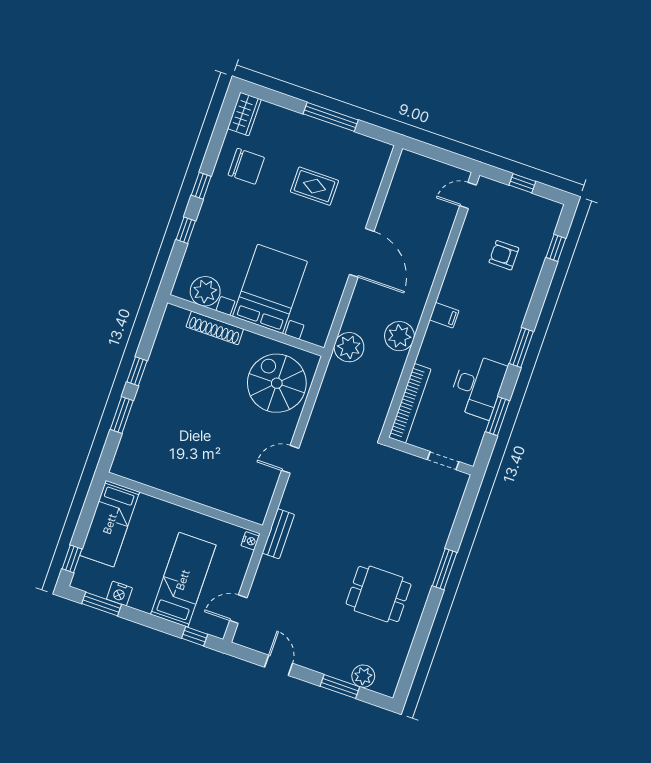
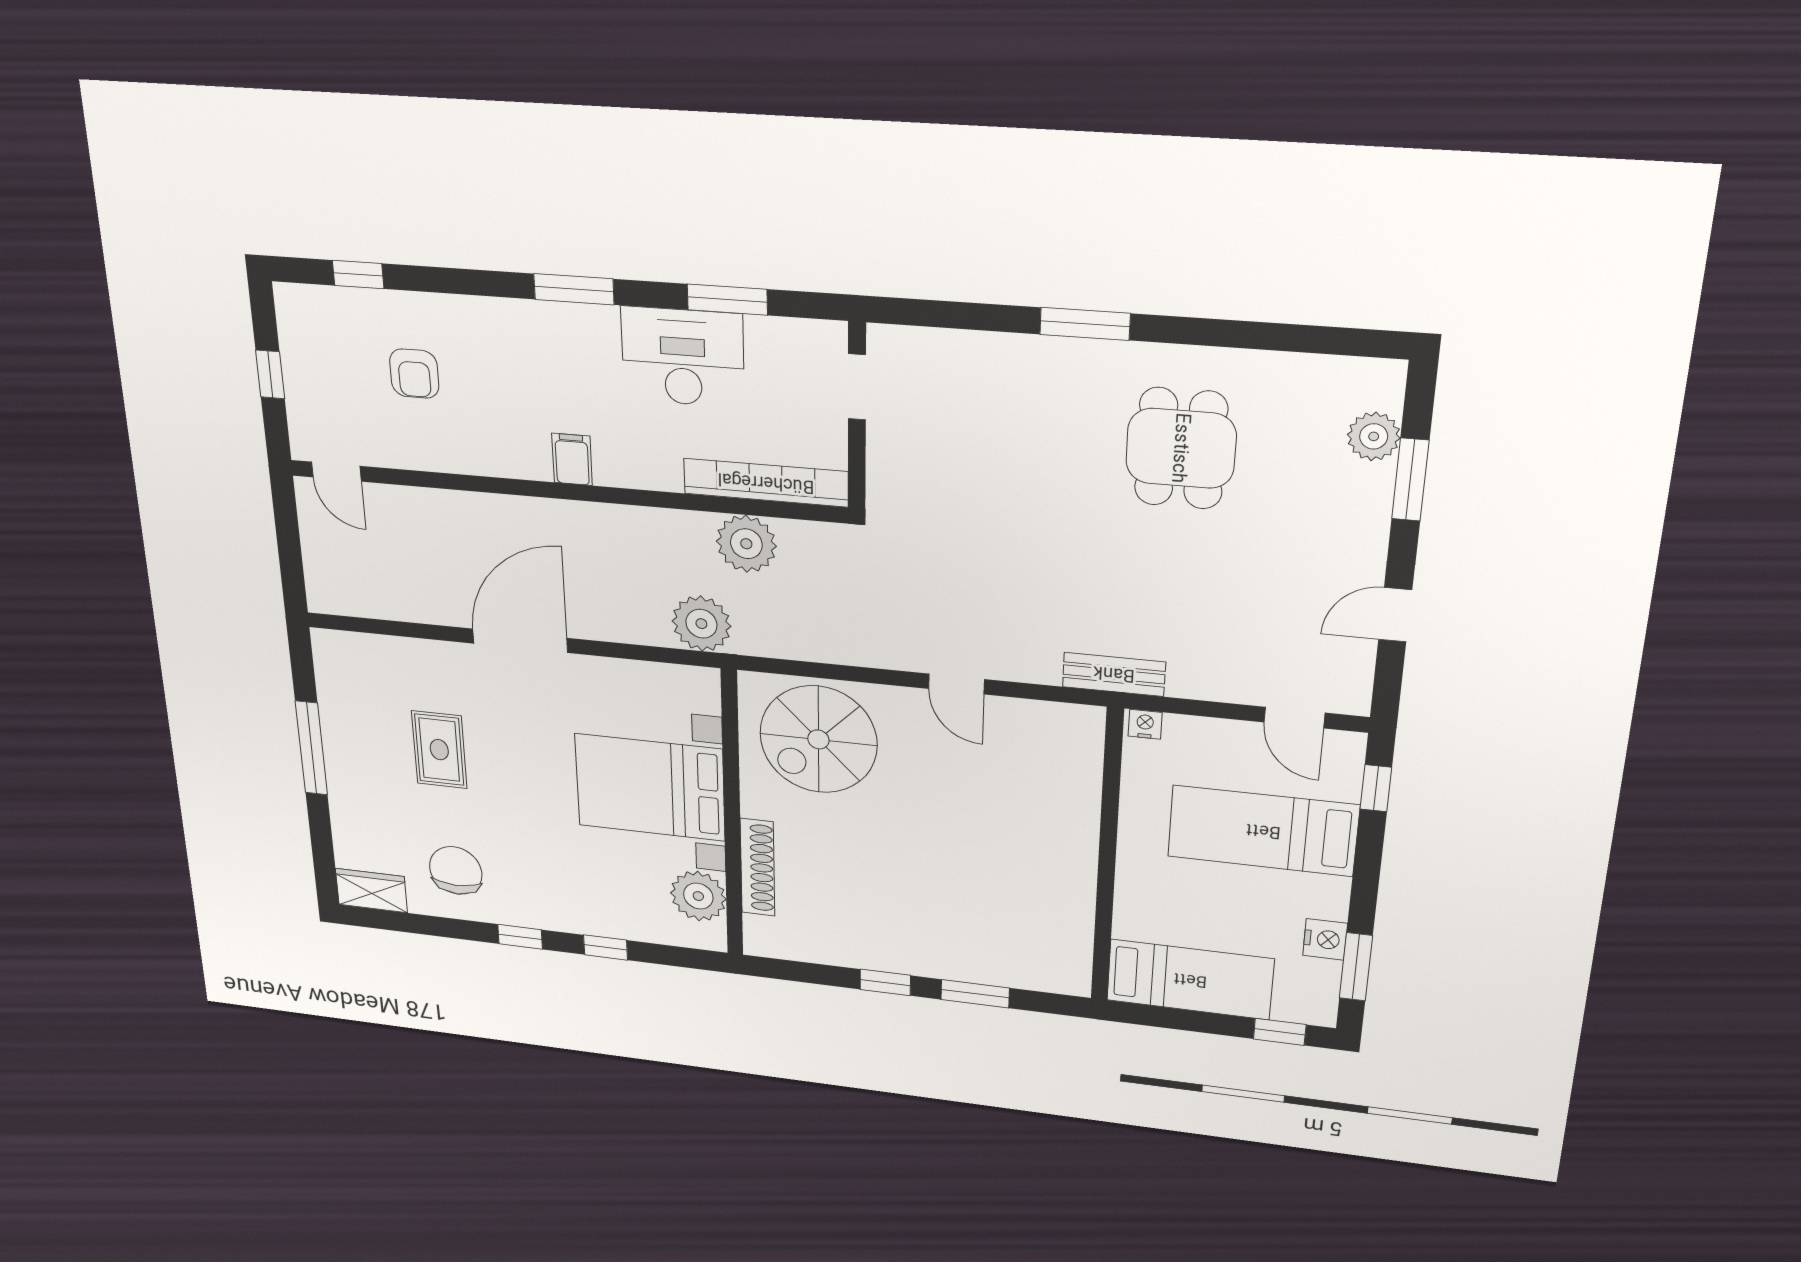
plant: (399, 336) -> (746, 544), moved

